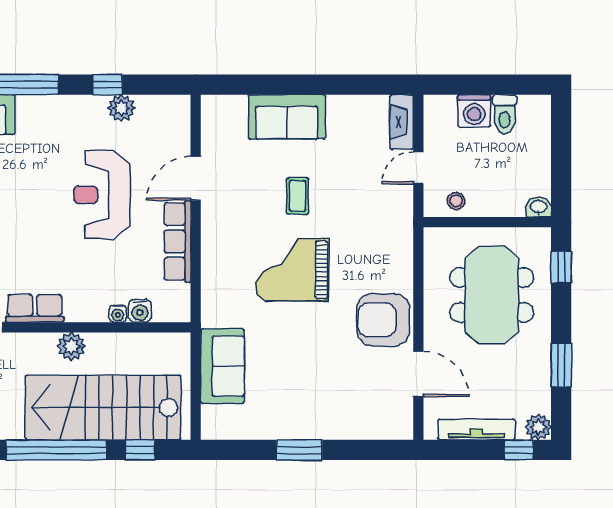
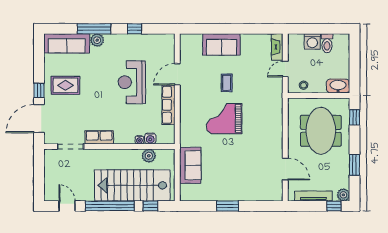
plant: (121, 108) -> (97, 40), moved
washbasin: (539, 207) -> (338, 86), width x1.91, depth x1.45
armchair: (383, 320) -> (268, 143), removed
plant: (71, 346) -> (149, 156), moved

